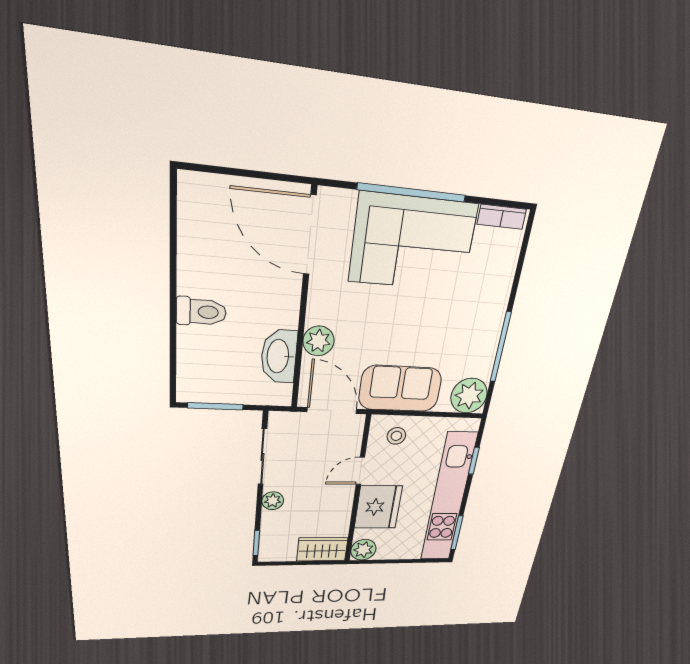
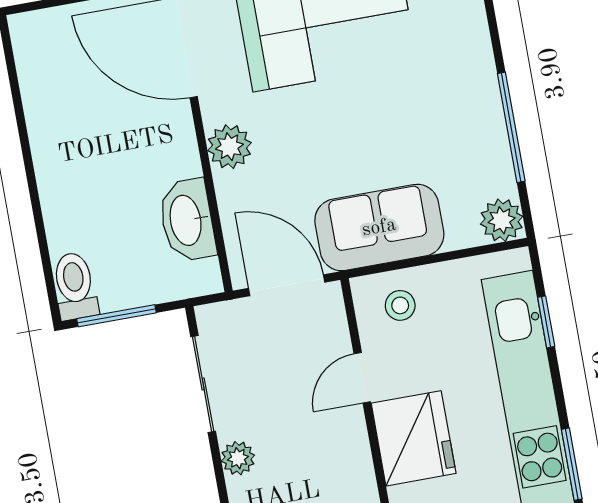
toilet: (201, 312) -> (75, 286), moved, turned -90
plant: (319, 341) -> (229, 147), moved
plant: (469, 396) -> (502, 220), width x0.73, depth x0.73

